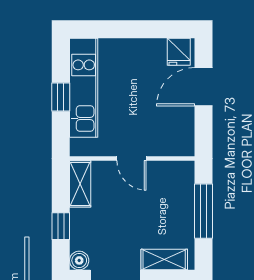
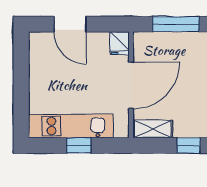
fridge: (179, 52) -> (119, 43), moved, turned 90
door: (132, 159) -> (131, 85), width x1.88

